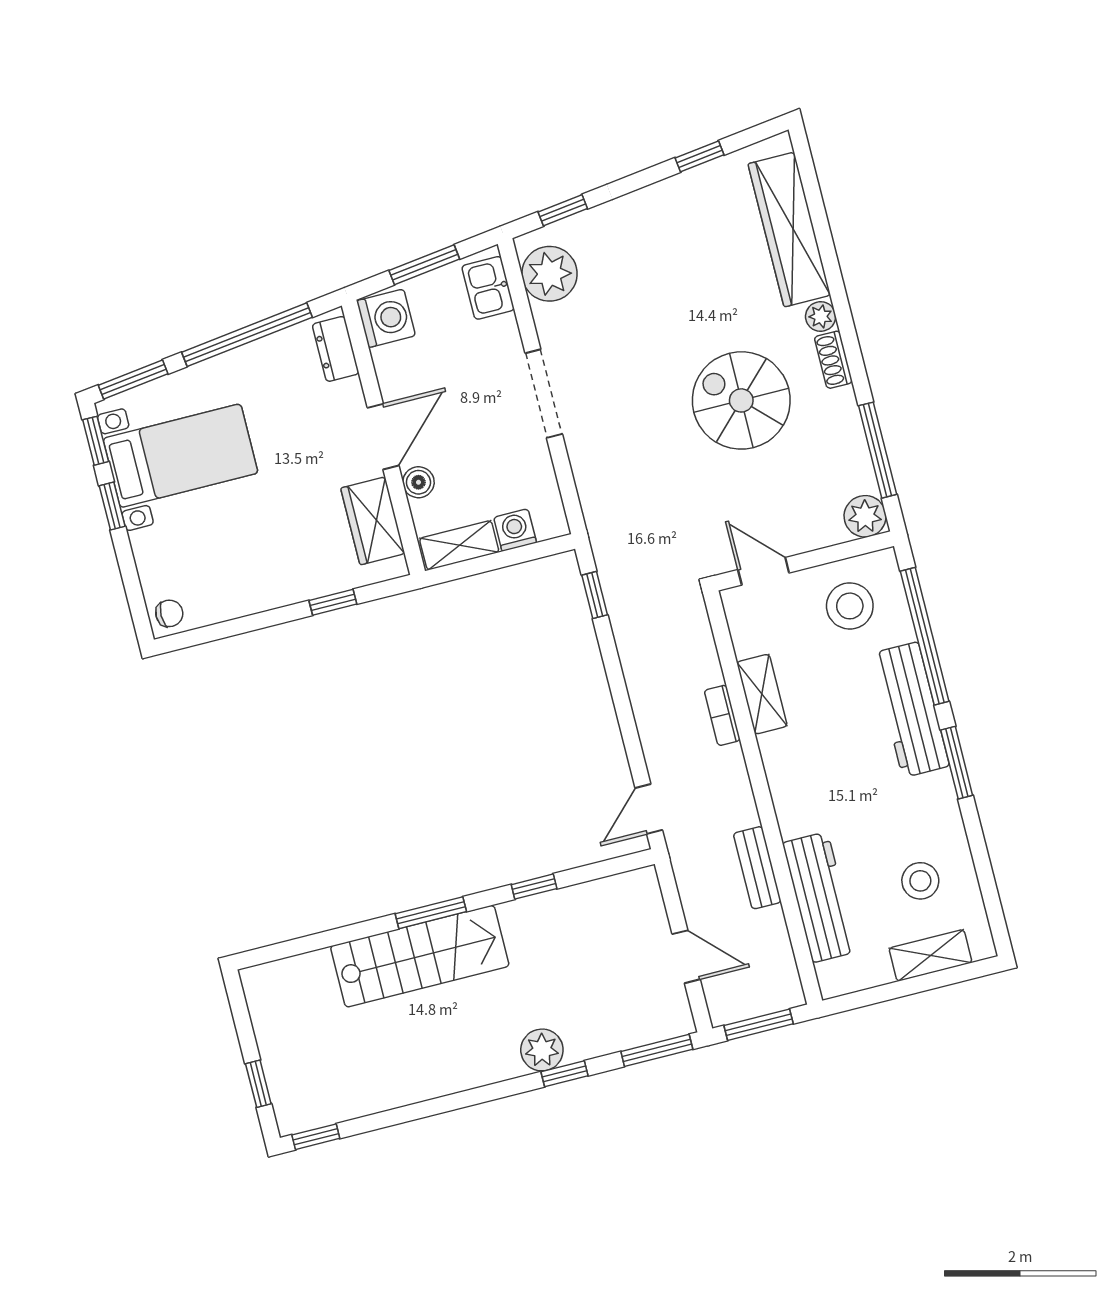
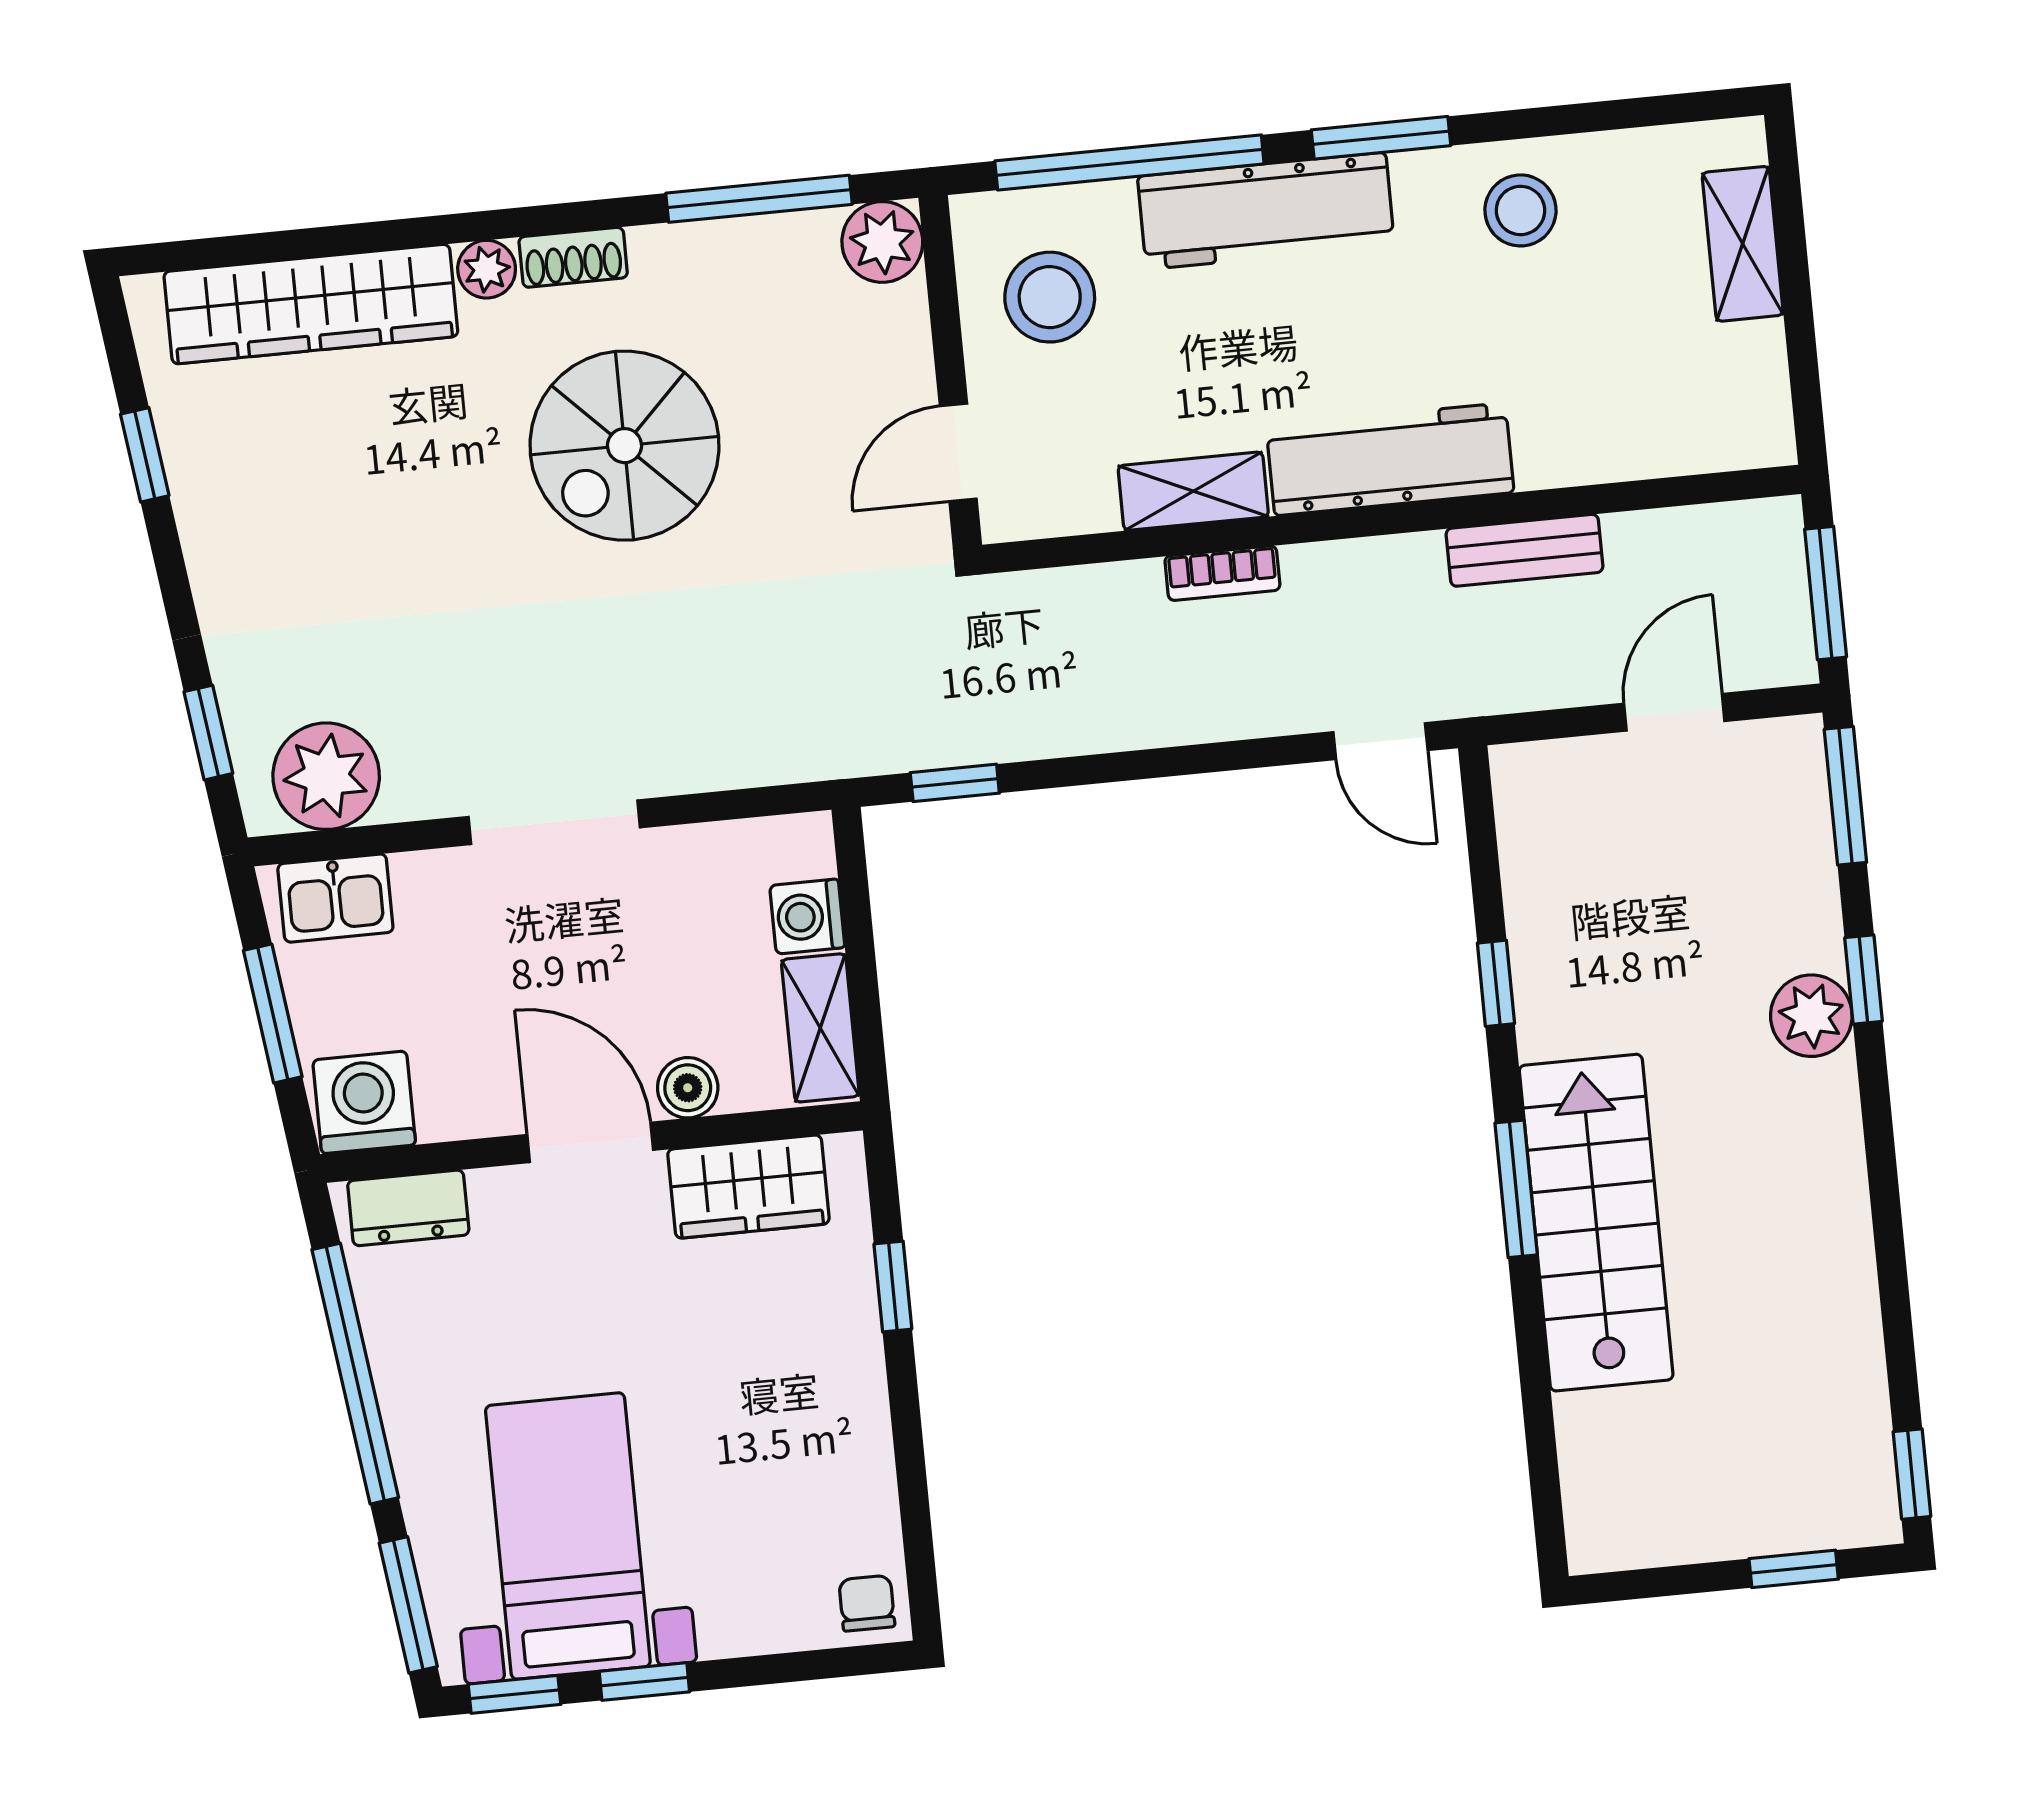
stool: (920, 881) -> (1520, 210), moved
workbench: (820, 897) -> (1390, 459), moved

